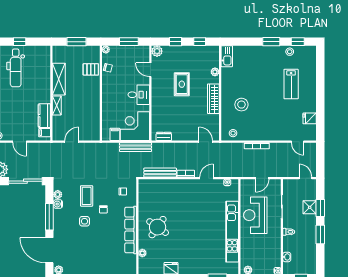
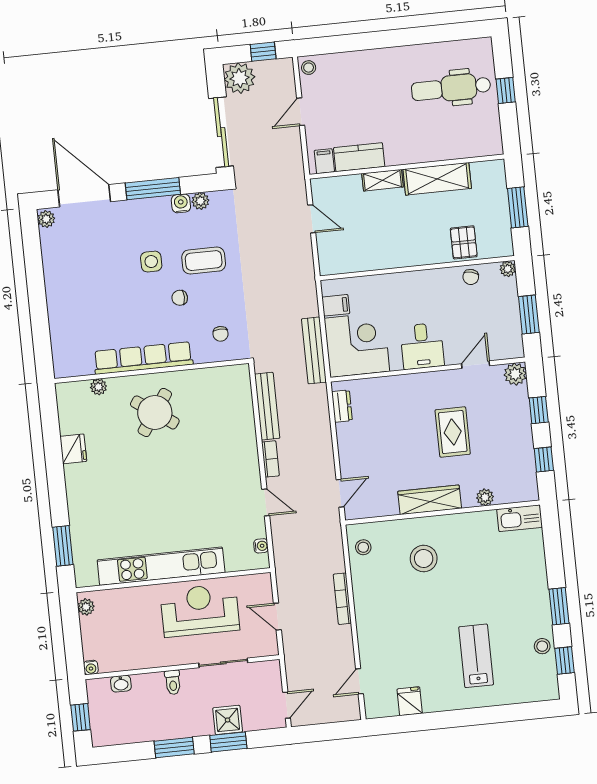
rug: (182, 84) -> (453, 432), turned 90
lab bench: (291, 84) -> (476, 656), turned 90
door: (49, 250) -> (84, 196), hinge flipped

